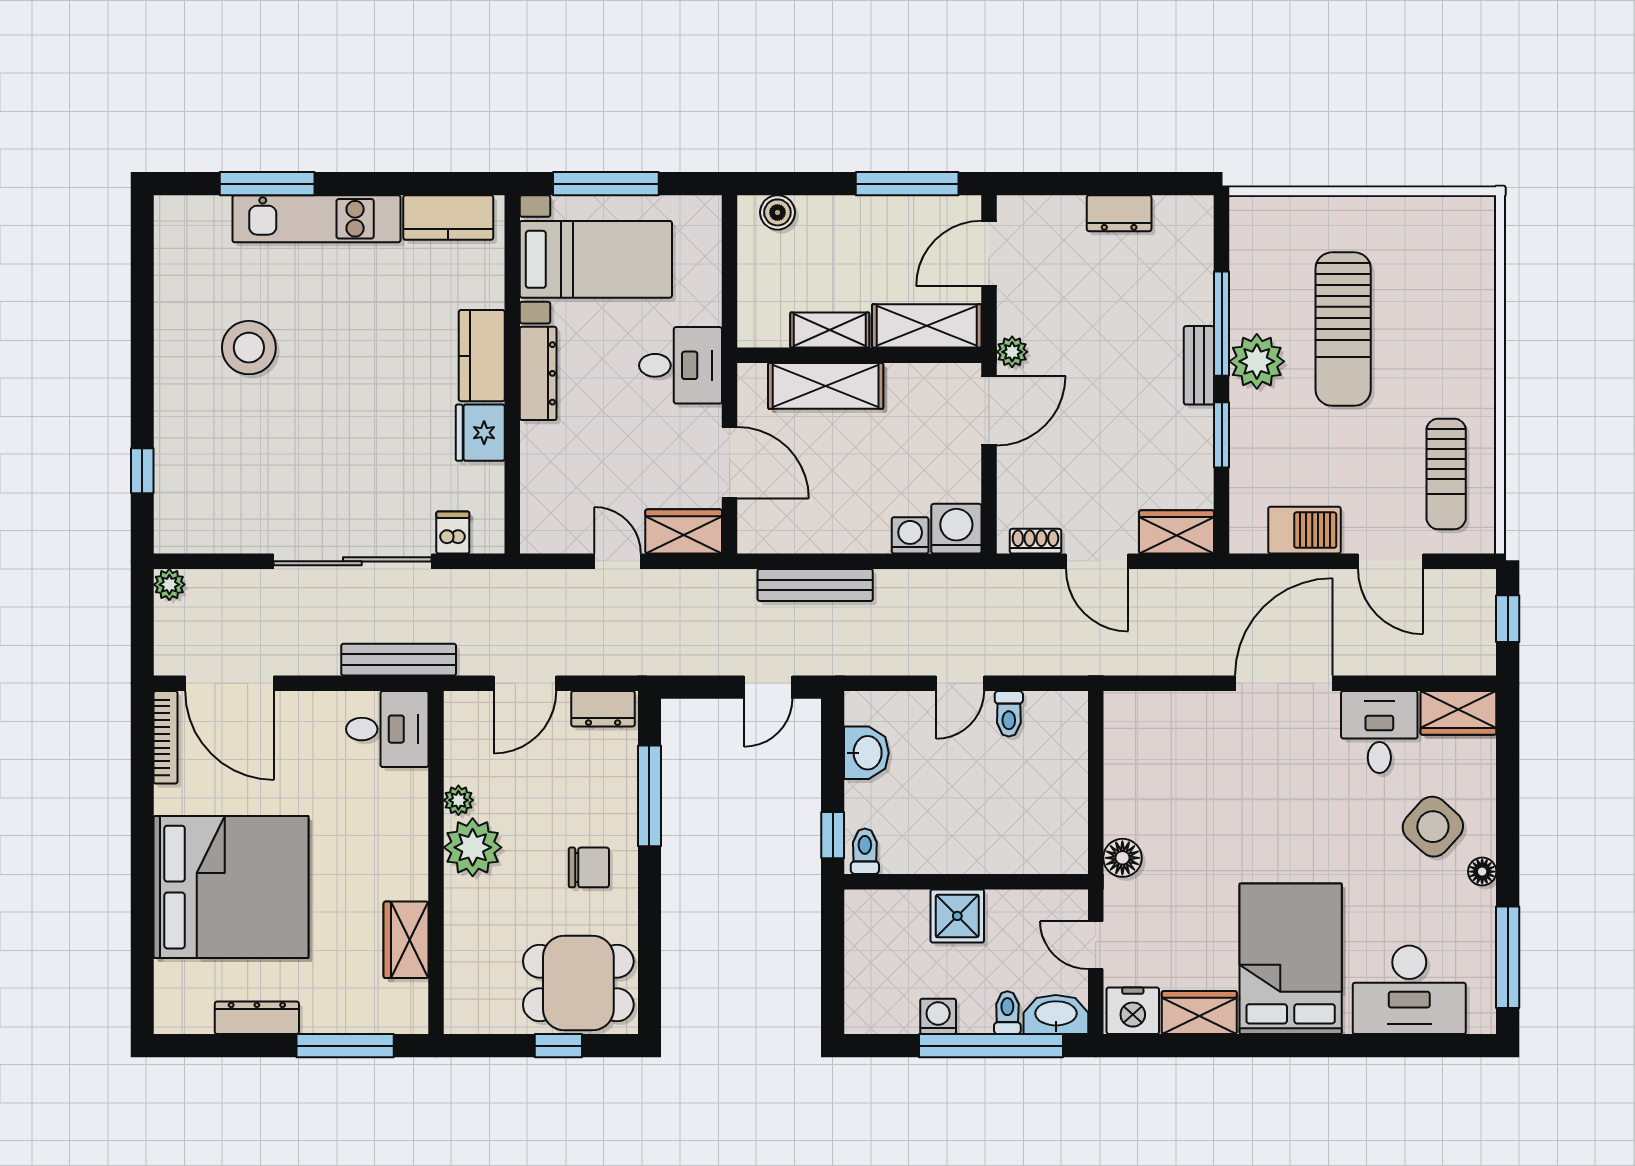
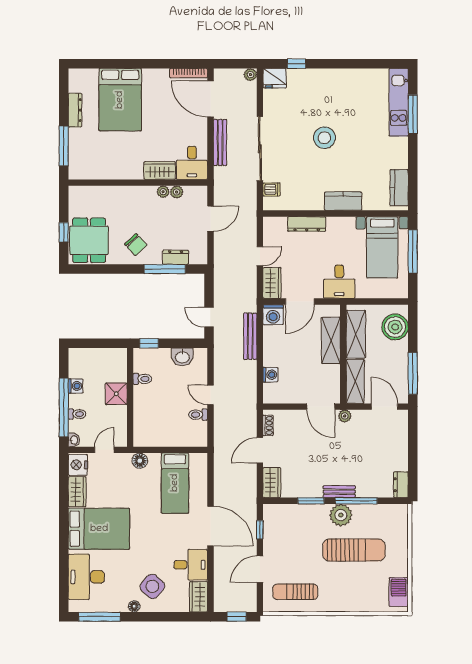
boiler: (777, 212) -> (395, 327), width x1.86, depth x1.86
dresser: (1119, 213) -> (401, 485), moved
kitchen unit: (316, 219) -> (399, 102), moved
sun lounger: (1343, 329) -> (354, 550), turned 180
shelving: (830, 330) -> (356, 334), width x1.50, depth x1.33
stool: (249, 348) -> (324, 138), moved
dresser: (538, 373) -> (307, 224), moved
fridge: (480, 433) -> (275, 78), moved, turned 180
washing machine: (956, 529) -> (273, 315), moved, turned 90
barbecue: (1304, 530) -> (399, 592), moved, turned 180
window: (1293, 561) -> (260, 530), added
bench: (399, 660) -> (220, 142), moved
door: (229, 683) -> (210, 99), hinge flipped
door: (525, 683) -> (210, 219), swing flipped
dresser: (603, 709) -> (176, 257), moved, turned 90
bed: (1178, 771) -> (175, 483), added
plant: (473, 847) -> (177, 192), moved, width x0.53, depth x0.53
toilet: (865, 851) -> (142, 379), moved
chair: (589, 867) -> (136, 245), turned -43
bed: (231, 887) -> (120, 100), width x0.73
wardrobe: (406, 940) -> (160, 170), moved
washbasin: (1056, 1015) -> (74, 440), width x0.52, depth x0.69

